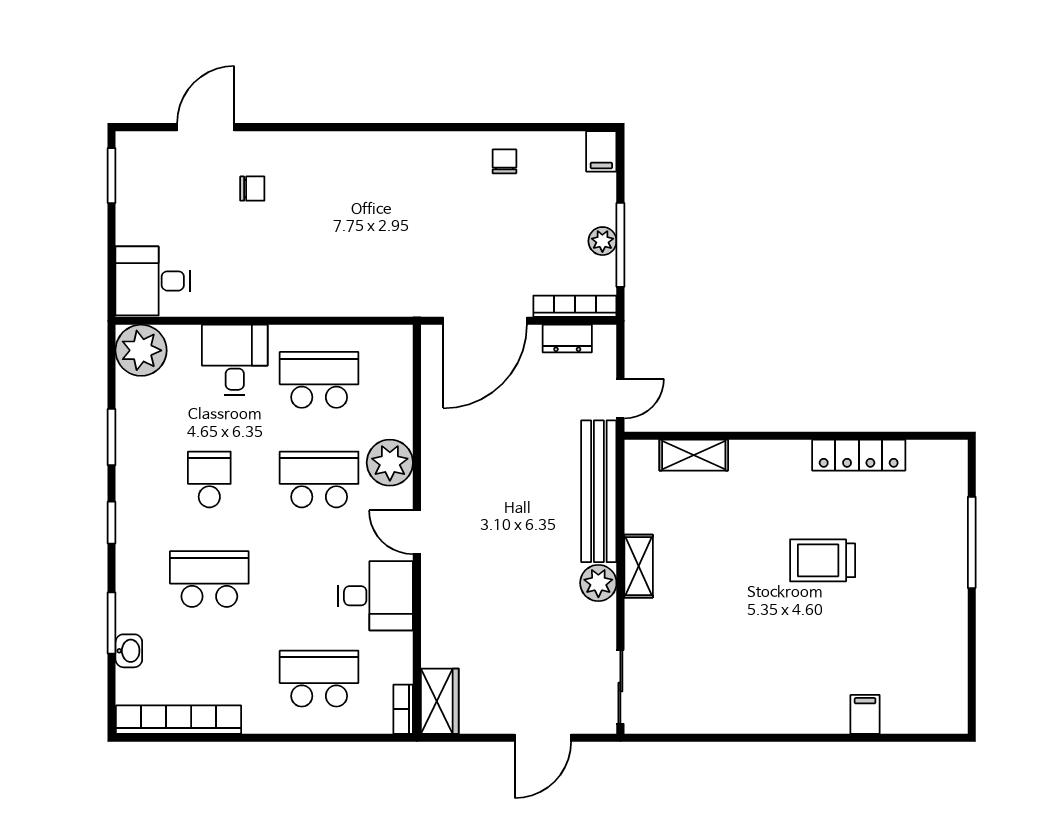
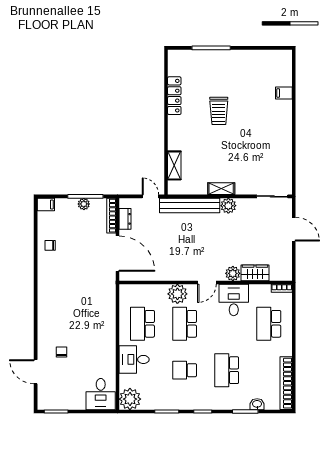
plant: (438, 593) -> (233, 273), added
wardrobe: (440, 701) -> (255, 273), moved

